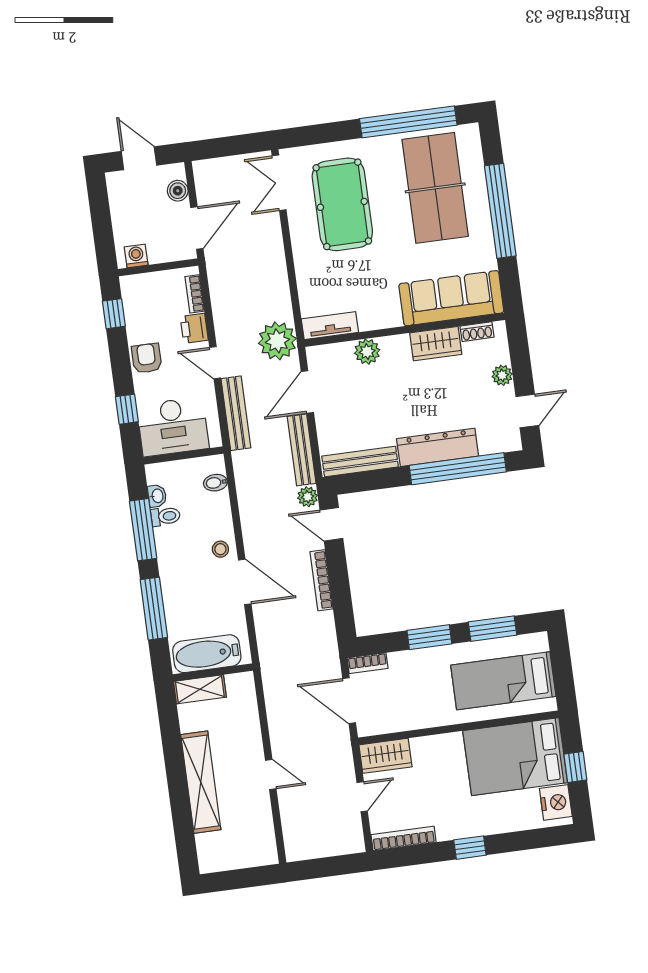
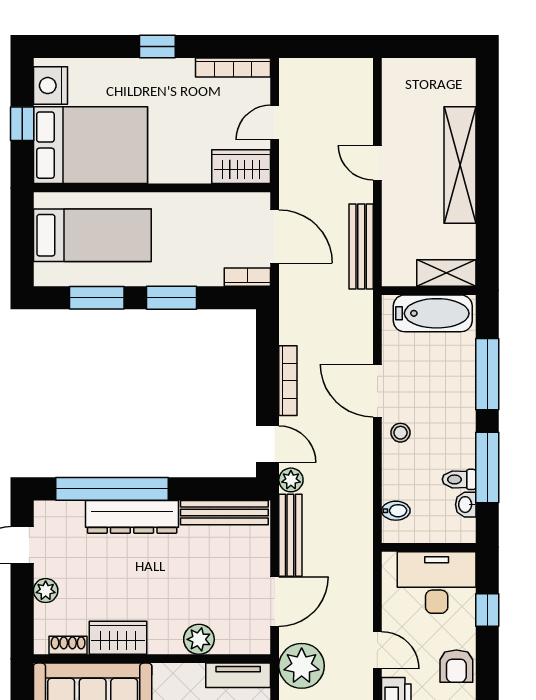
bench: (236, 413) -> (361, 247), moved

